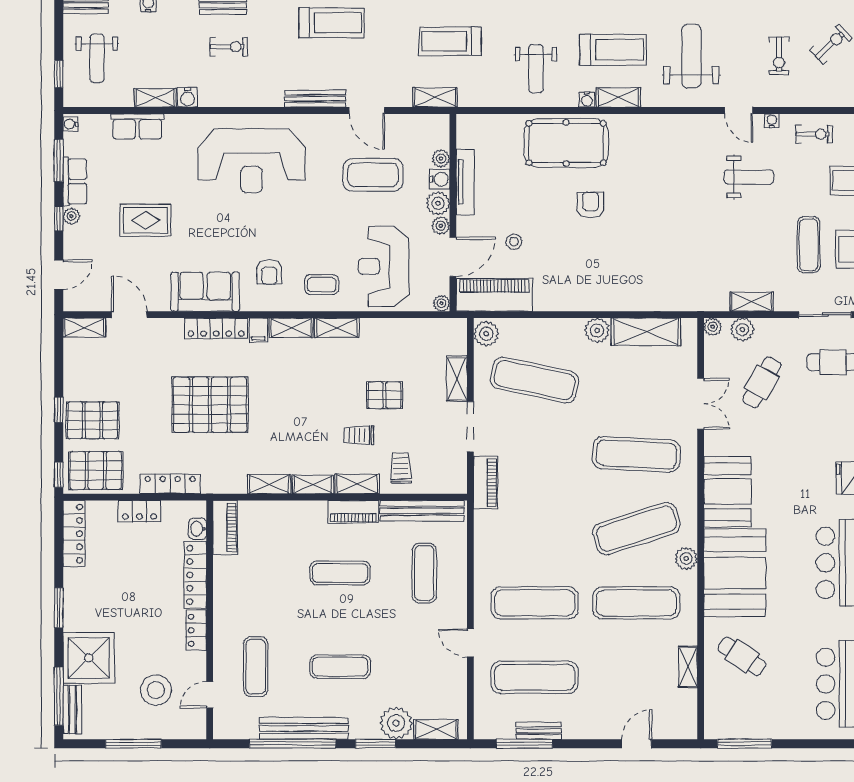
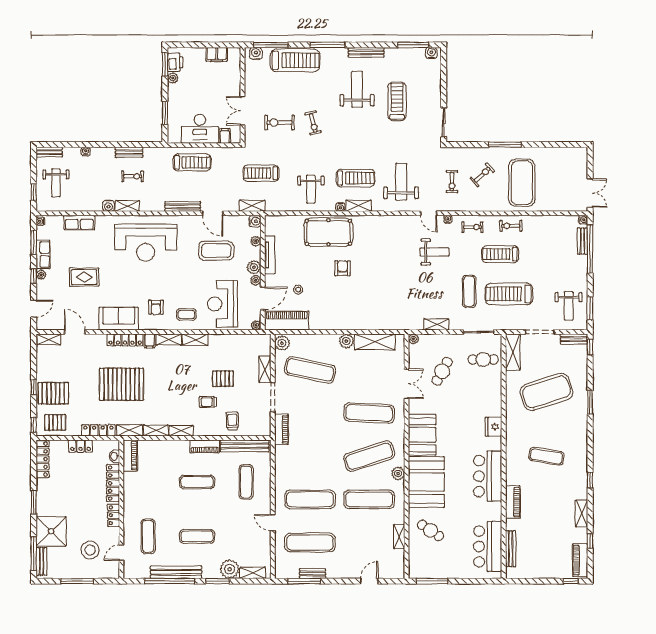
shelving: (155, 98) -> (127, 206), moved
water cooler: (440, 179) -> (255, 221), moved
plant: (742, 330) -> (431, 341), removed
pallet: (96, 470) -> (55, 422), width x0.67, depth x0.71
shelving: (357, 484) -> (130, 430), moved

